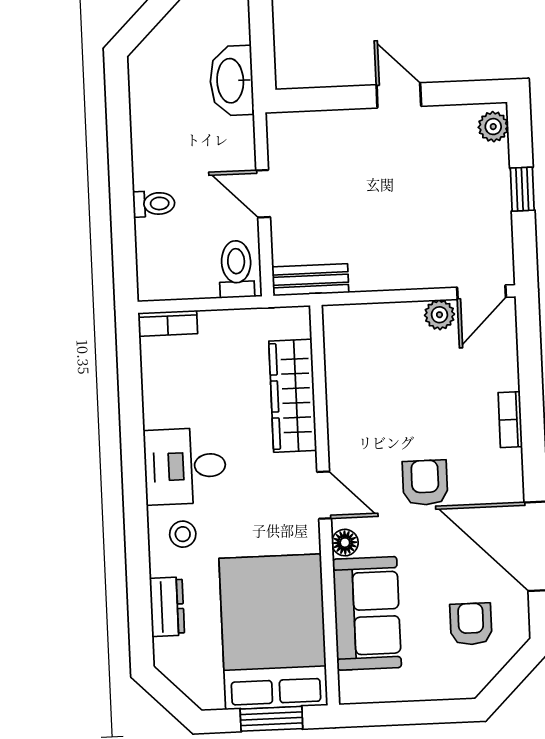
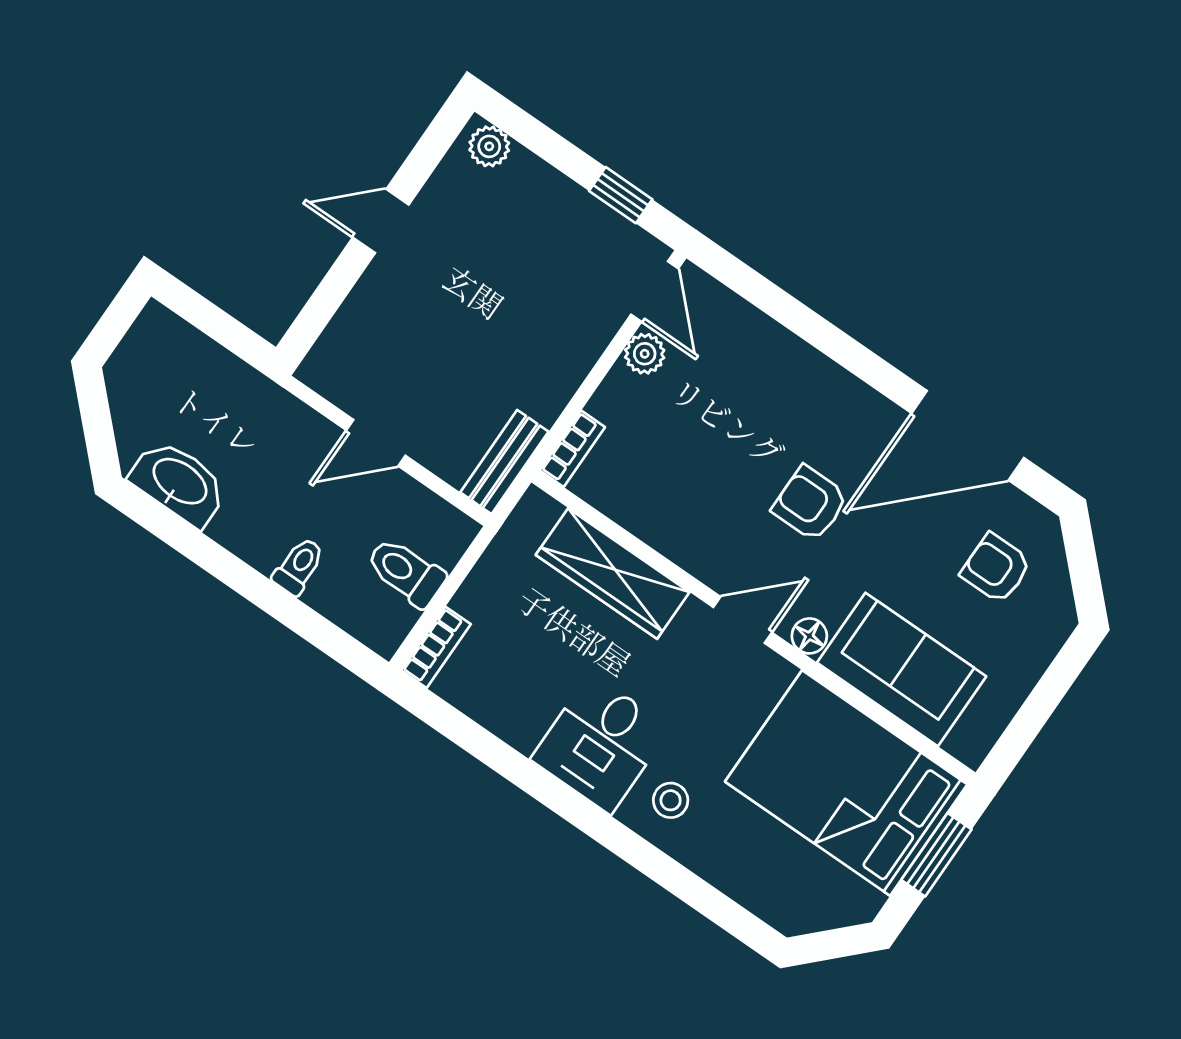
washbasin: (231, 81) -> (179, 483), moved, turned 180
window: (522, 189) -> (621, 195), moved
toilet: (236, 269) -> (406, 572), moved
bookcase: (510, 420) -> (572, 449), moved, turned -90
dresser: (167, 607) -> (735, 875), removed

